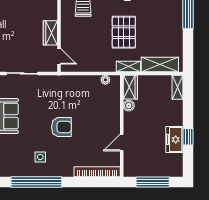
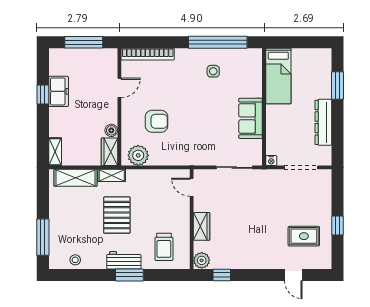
wardrobe: (50, 33) -> (202, 226), moved
plant: (105, 80) -> (138, 155), width x1.87, depth x1.87
armchair: (61, 127) -> (157, 121), moved, turned 180

